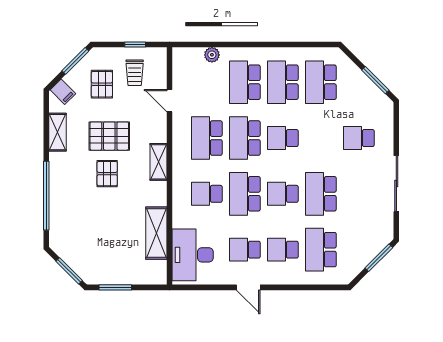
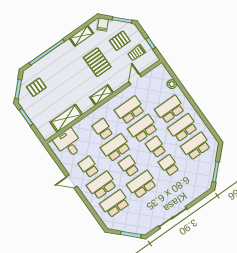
school desk: (359, 138) -> (169, 165), moved
pallet: (107, 174) -> (36, 87), moved
school desk: (283, 250) -> (102, 185), width x1.85
desk: (193, 255) -> (68, 143), width x0.73
door: (248, 287) -> (72, 181), hinge flipped

